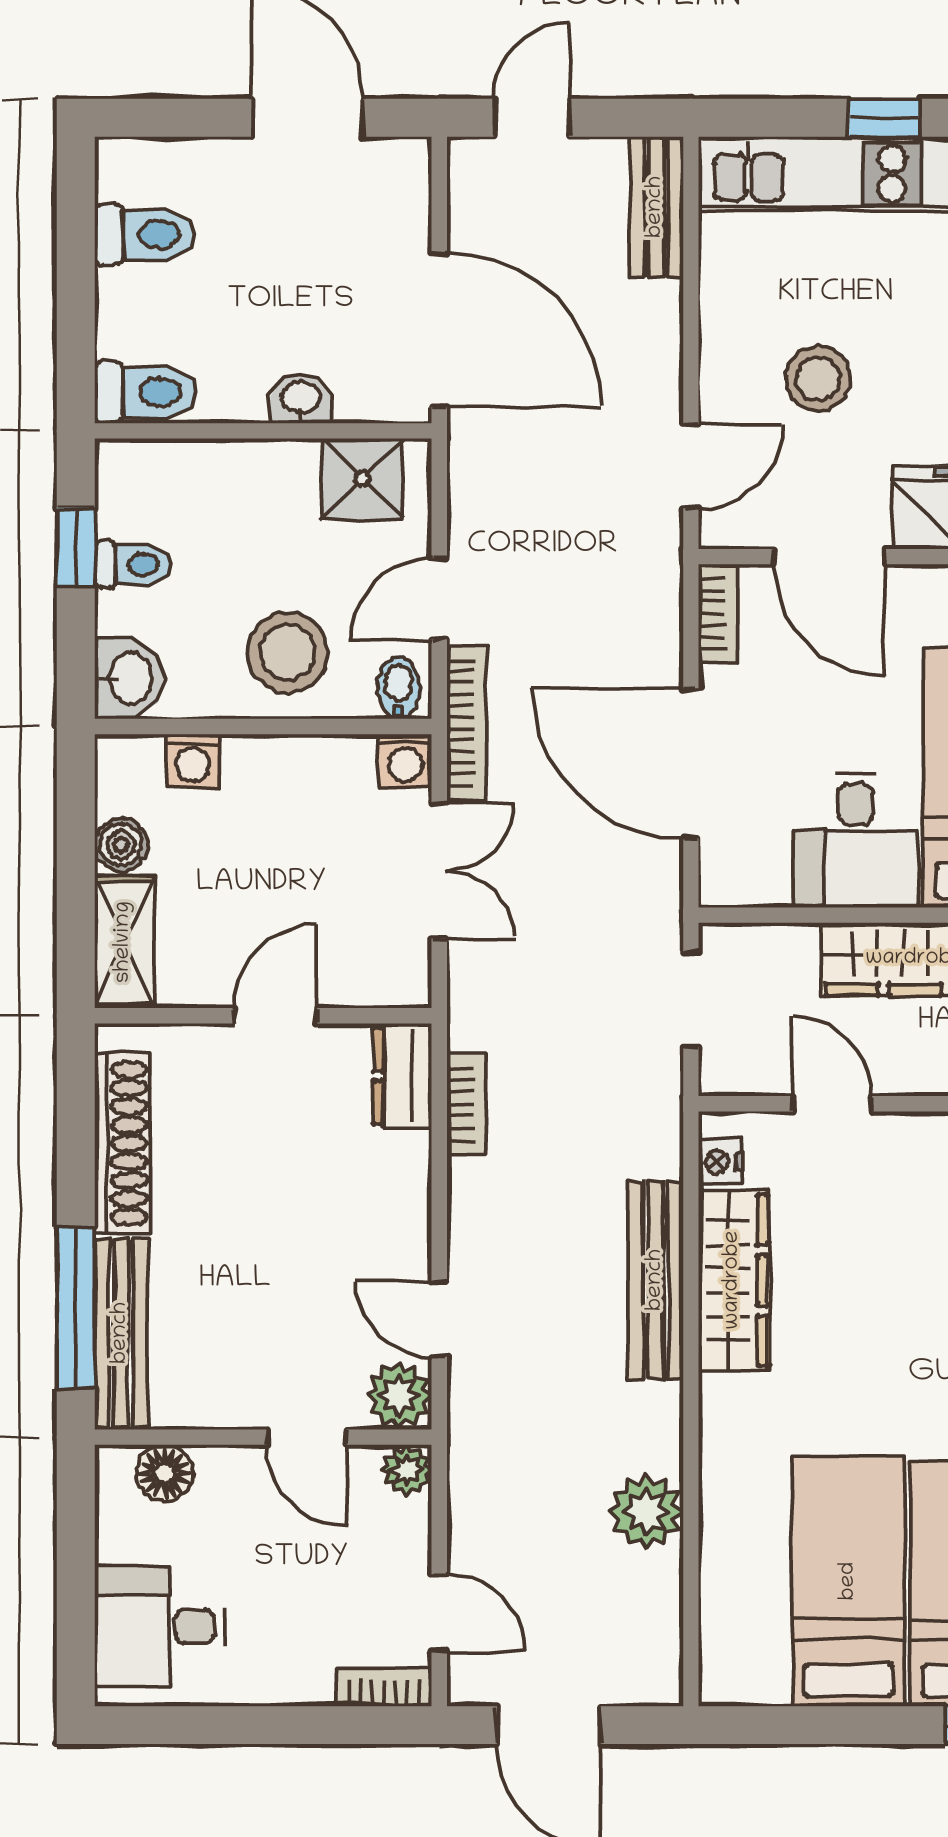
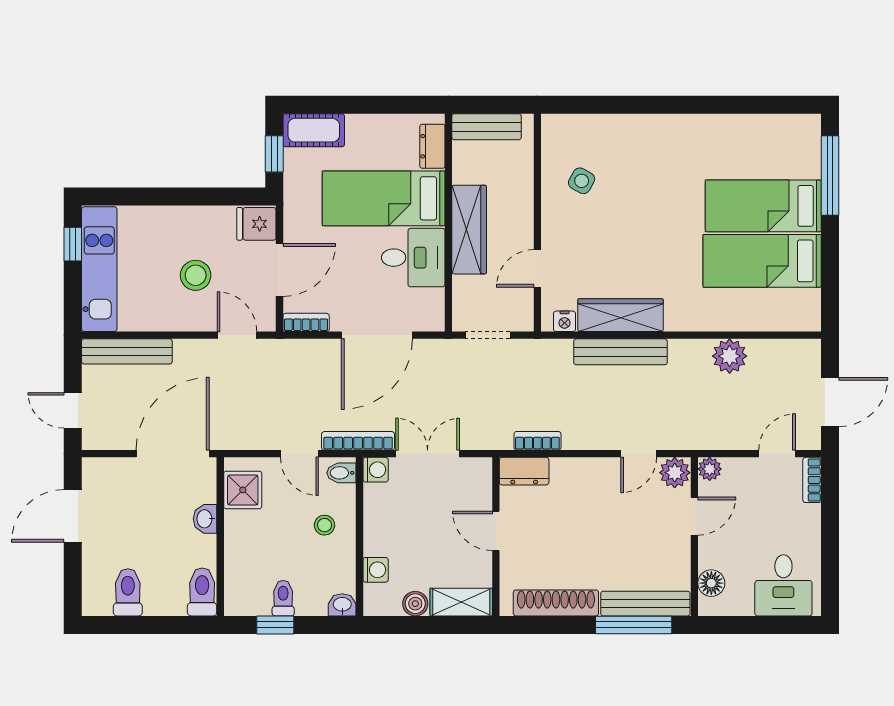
bench: (656, 207) -> (127, 351), width x1.36
stool: (288, 652) -> (325, 525), width x0.53, depth x0.53
washbasin: (129, 678) -> (342, 605), width x0.72, depth x0.69

